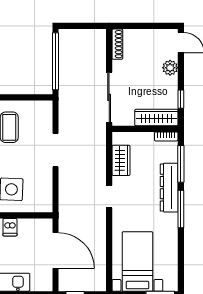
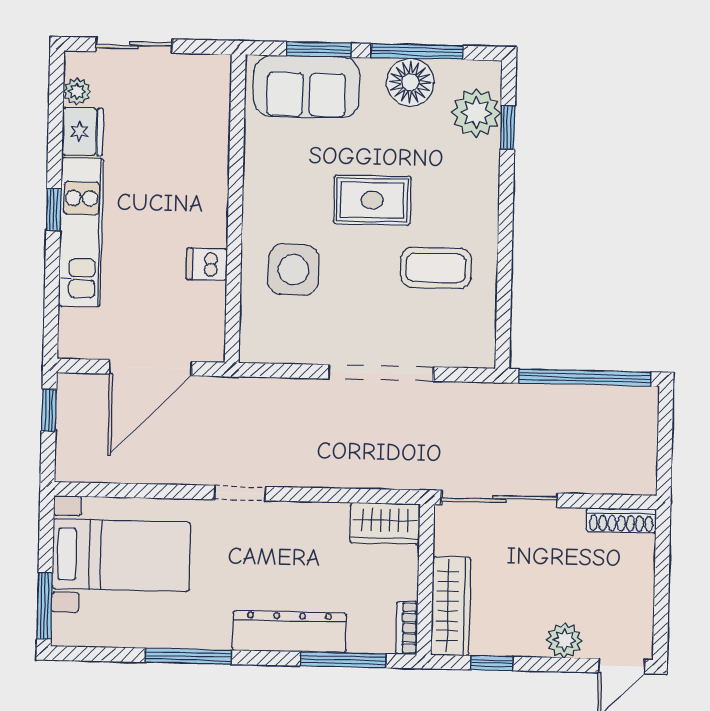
doorway: (56, 150) -> (381, 373), width x1.36
wardrobe: (121, 160) -> (385, 523), moved
doorway: (109, 197) -> (240, 493), moved
window: (181, 209) -> (188, 656), moved

